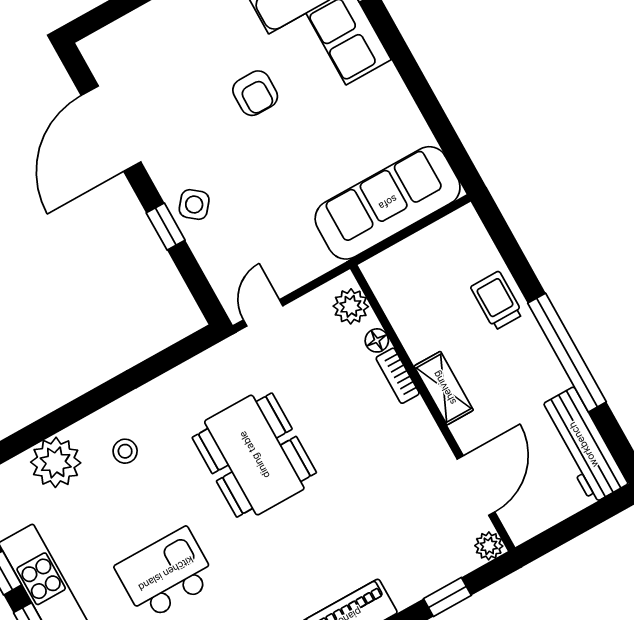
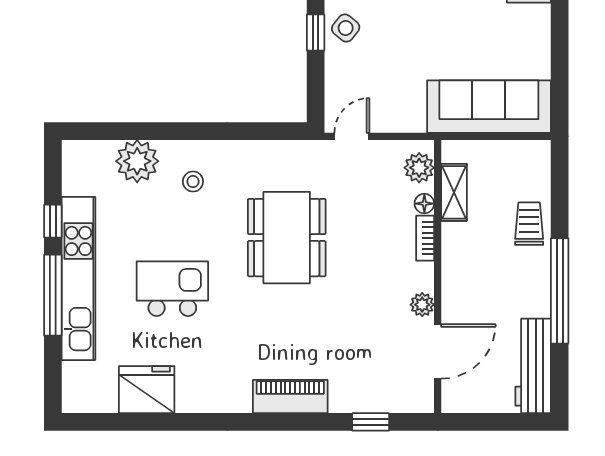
shelving: (444, 388) -> (454, 192), moved
plant: (489, 546) -> (422, 305), moved

